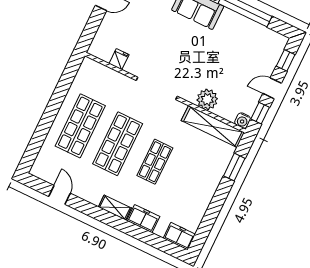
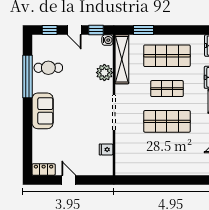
cafe table: (243, 38) -> (48, 68), added
shop shelf: (80, 126) -> (167, 56), moved

